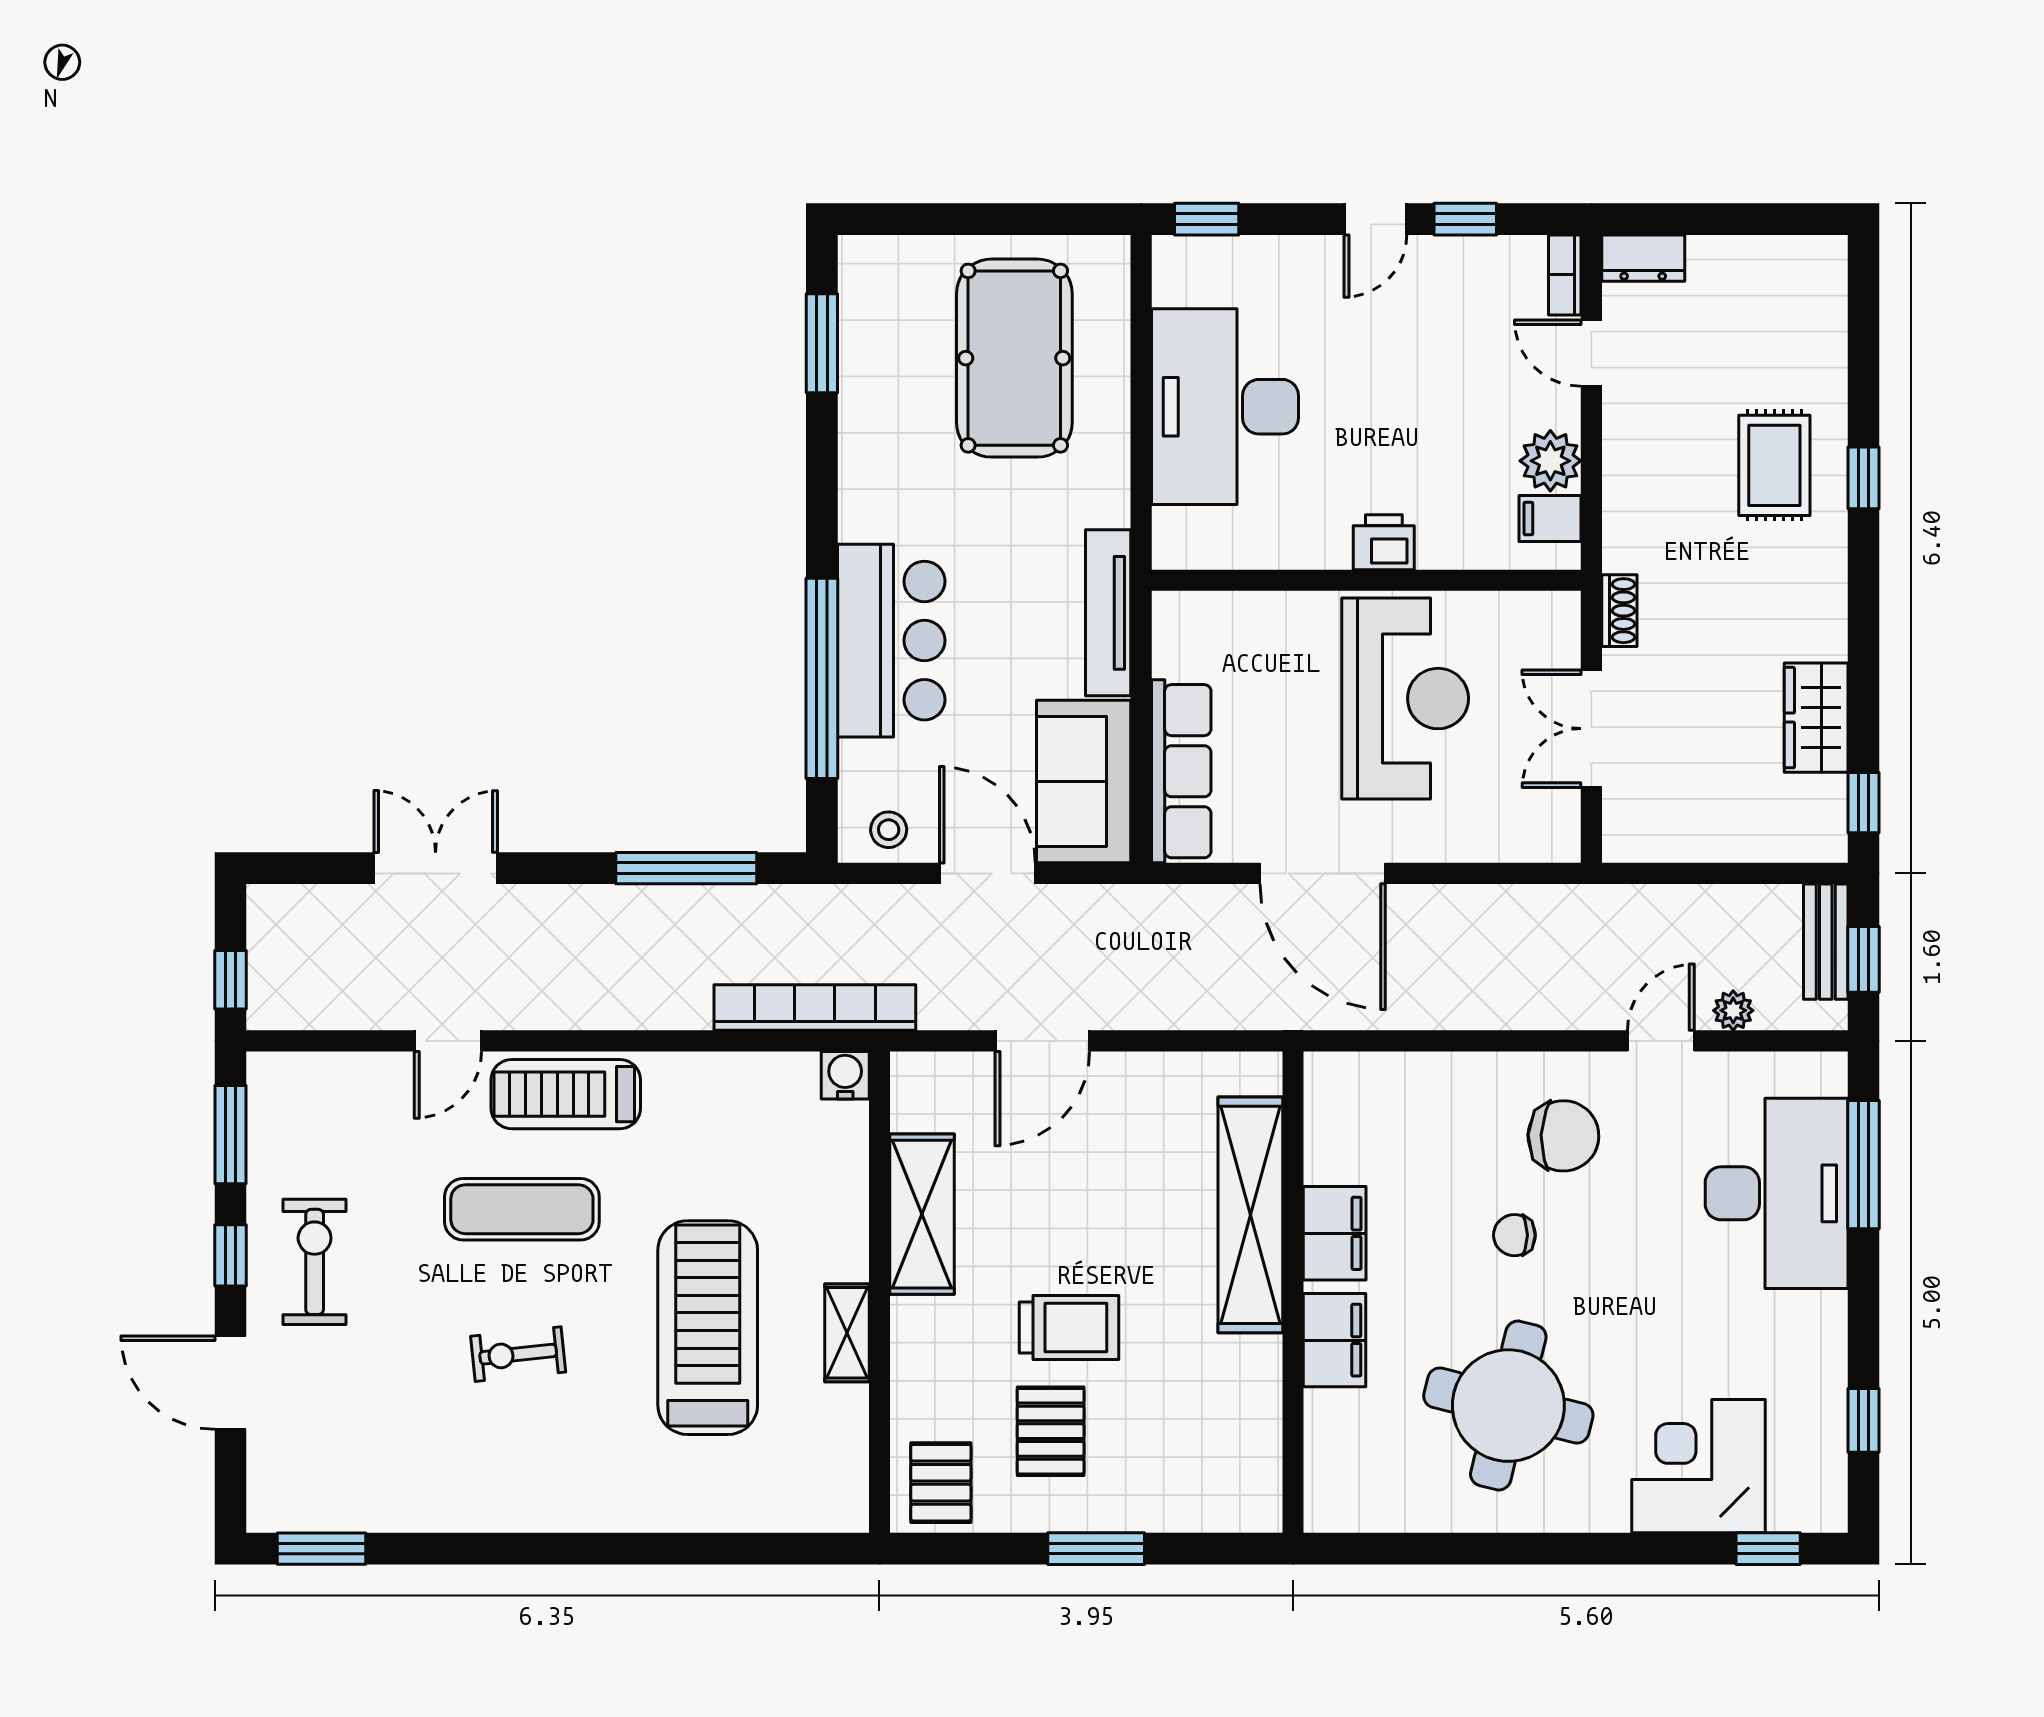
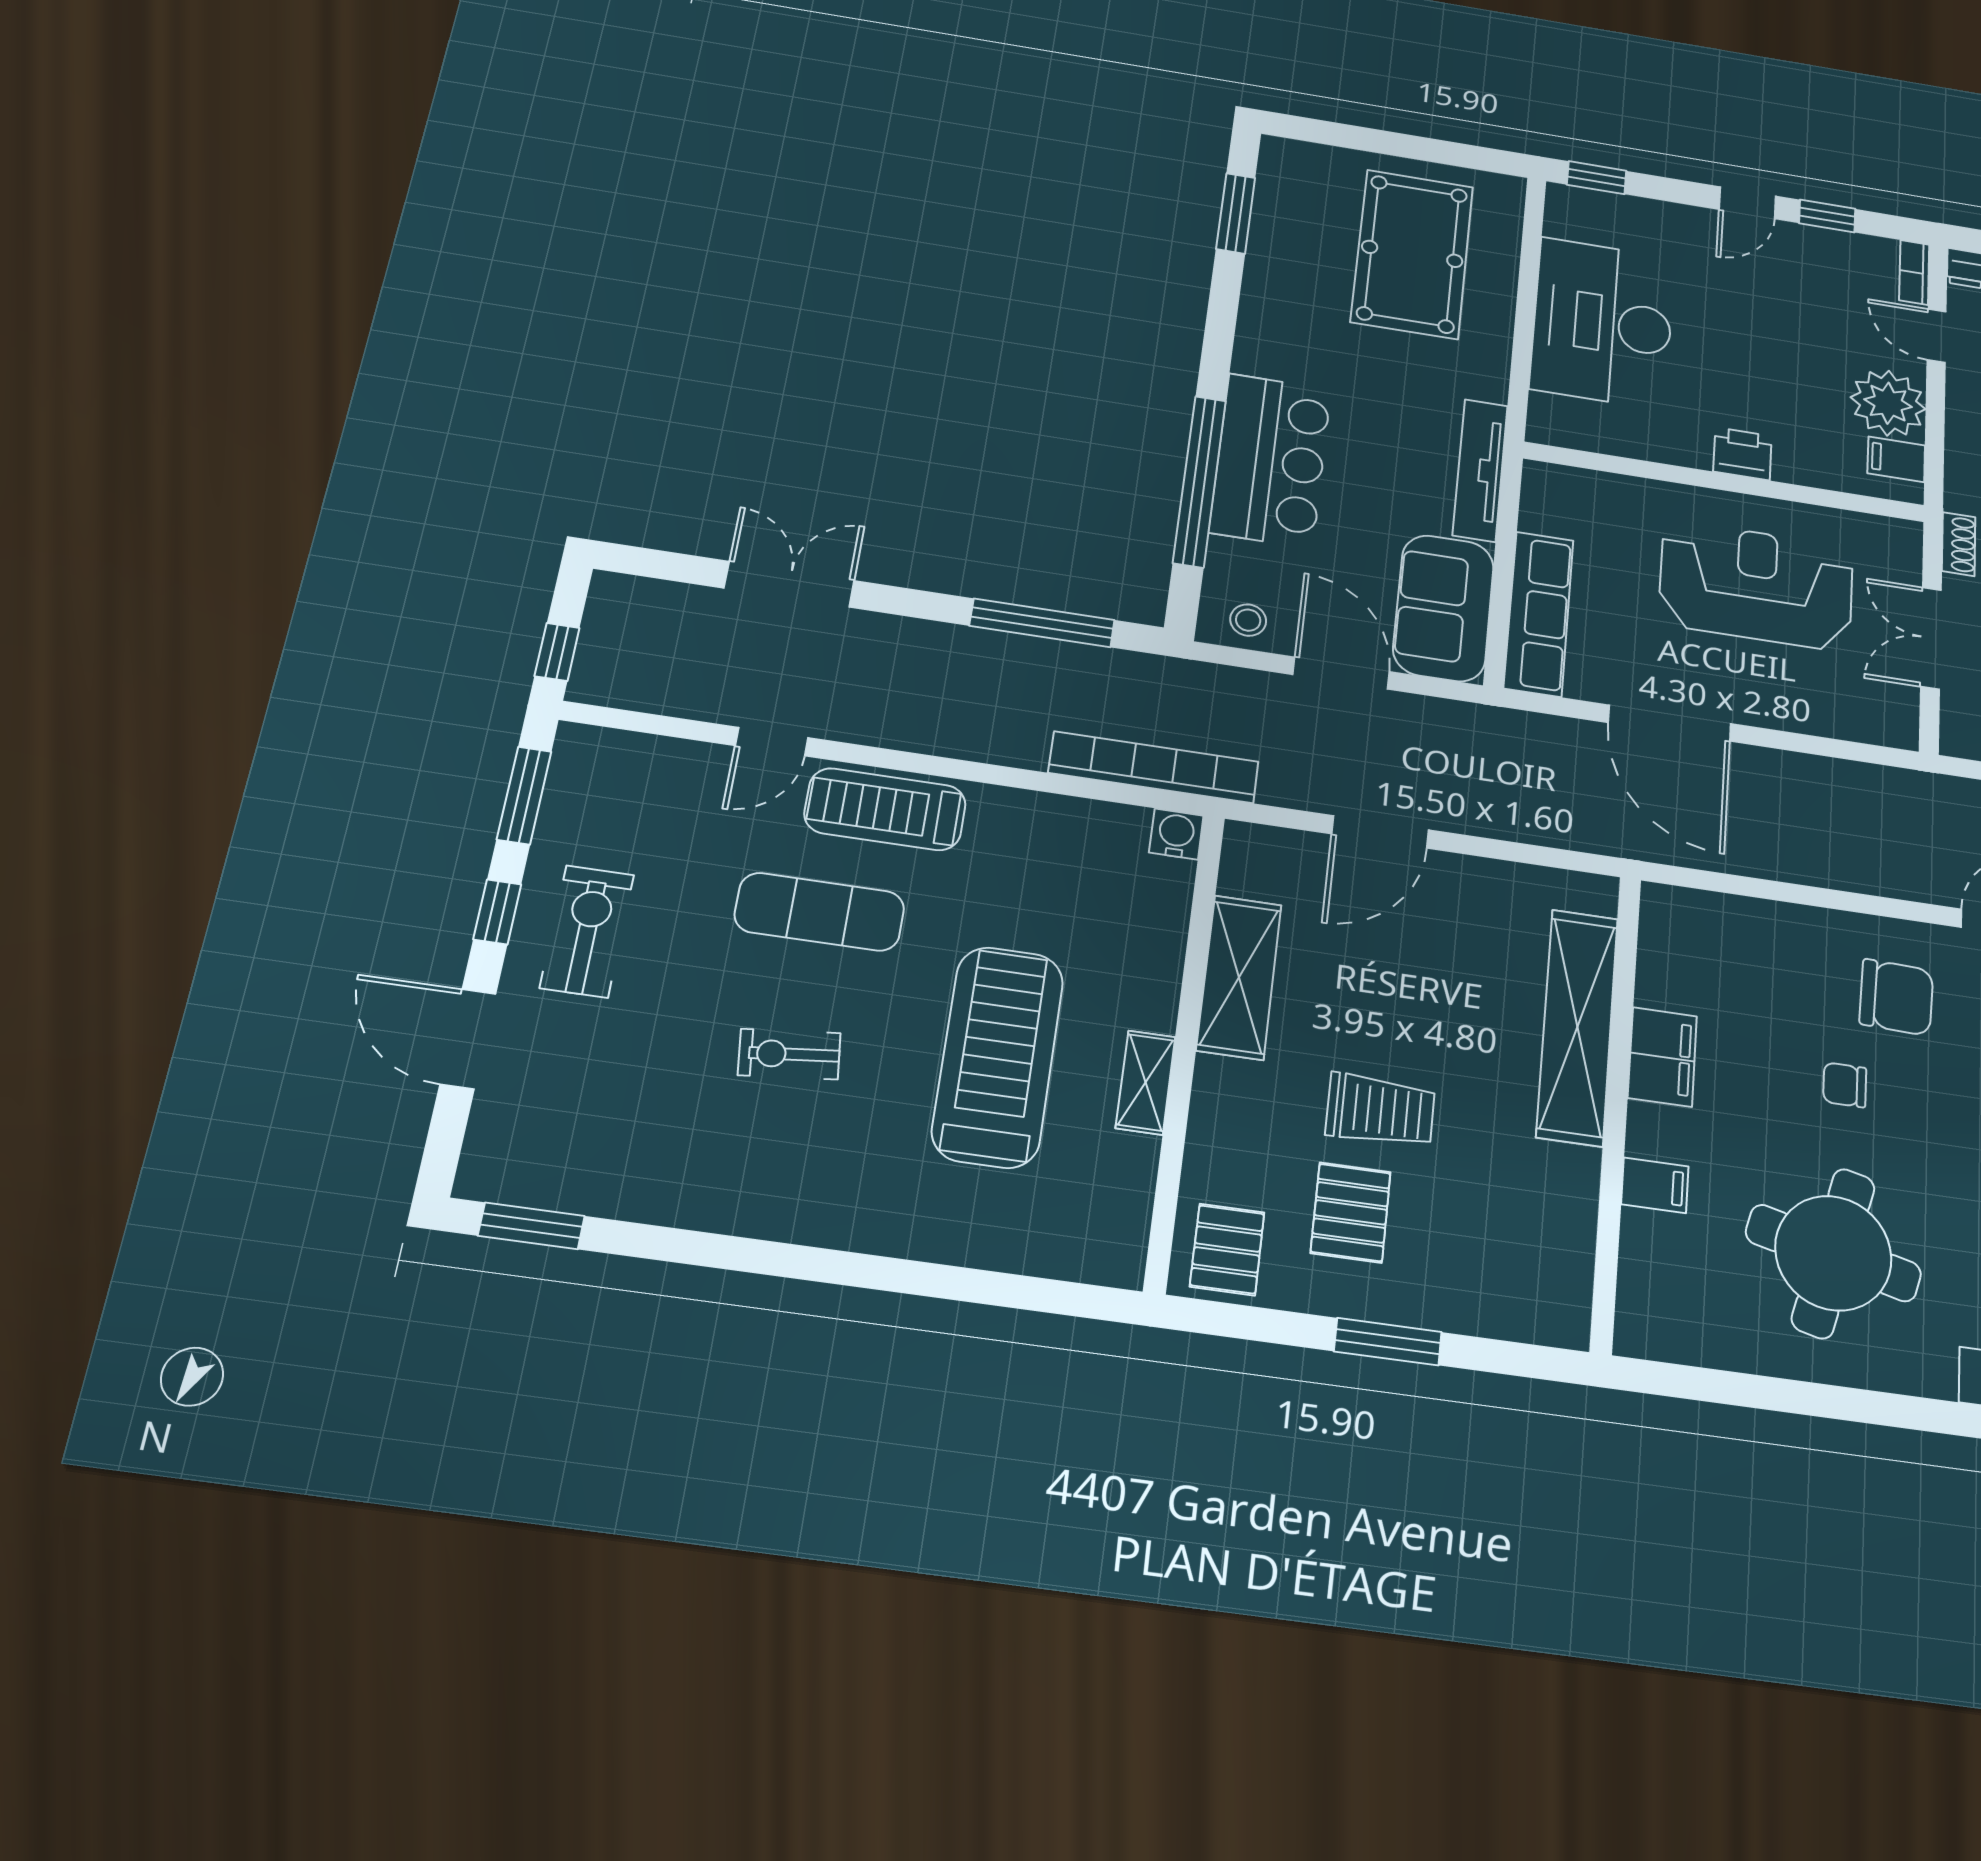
plant: (1550, 461) -> (1888, 403), width x1.36, depth x1.36
reception desk: (1405, 699) -> (1756, 585), turned -90
filing cabinet: (1335, 1340) -> (1655, 1185), width x0.50

